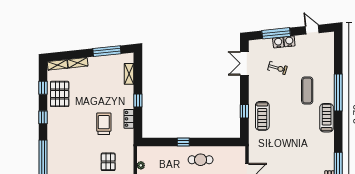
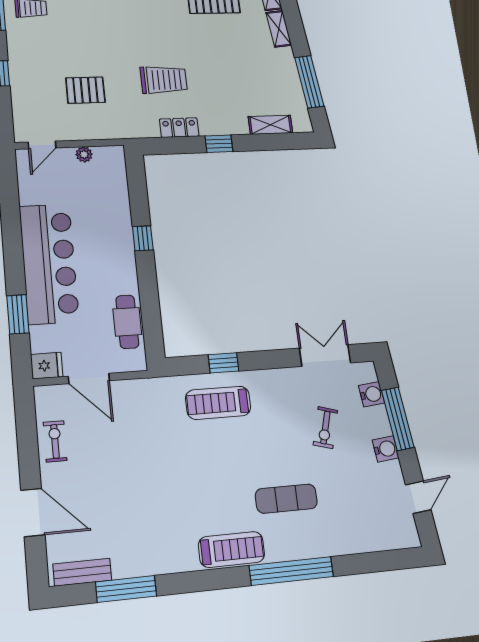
water cooler: (278, 42) -> (372, 394), moved
cafe table: (201, 160) -> (127, 322), moved

